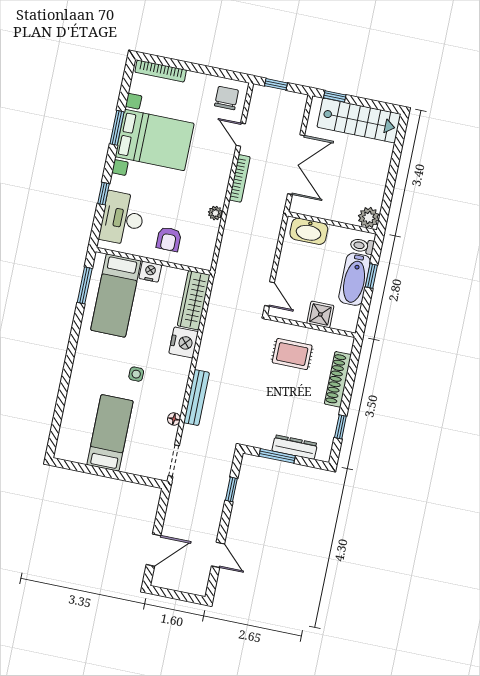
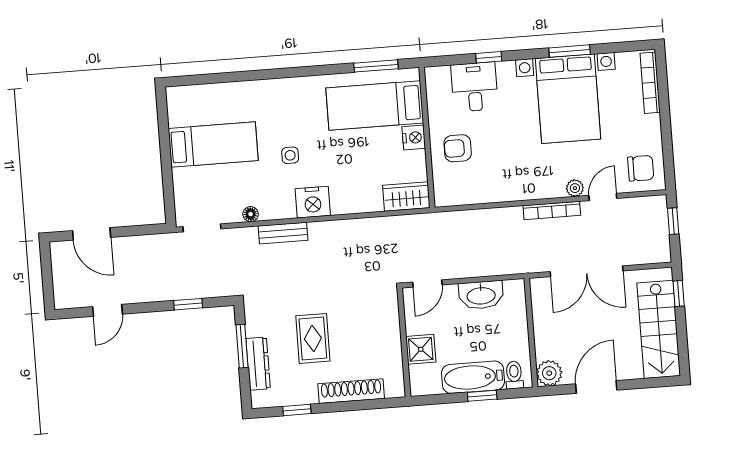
door: (390, 183) -> (596, 387), added
plant: (215, 213) -> (575, 188), moved
desk: (122, 218) -> (474, 87), width x0.73
washbasin: (309, 231) -> (481, 295), moved, turned -90
wardrobe: (194, 300) -> (406, 197), width x0.67
nightstand: (184, 343) -> (313, 202), moved
rug: (292, 354) -> (313, 338), moved
bench: (196, 398) -> (283, 233), width x0.73

